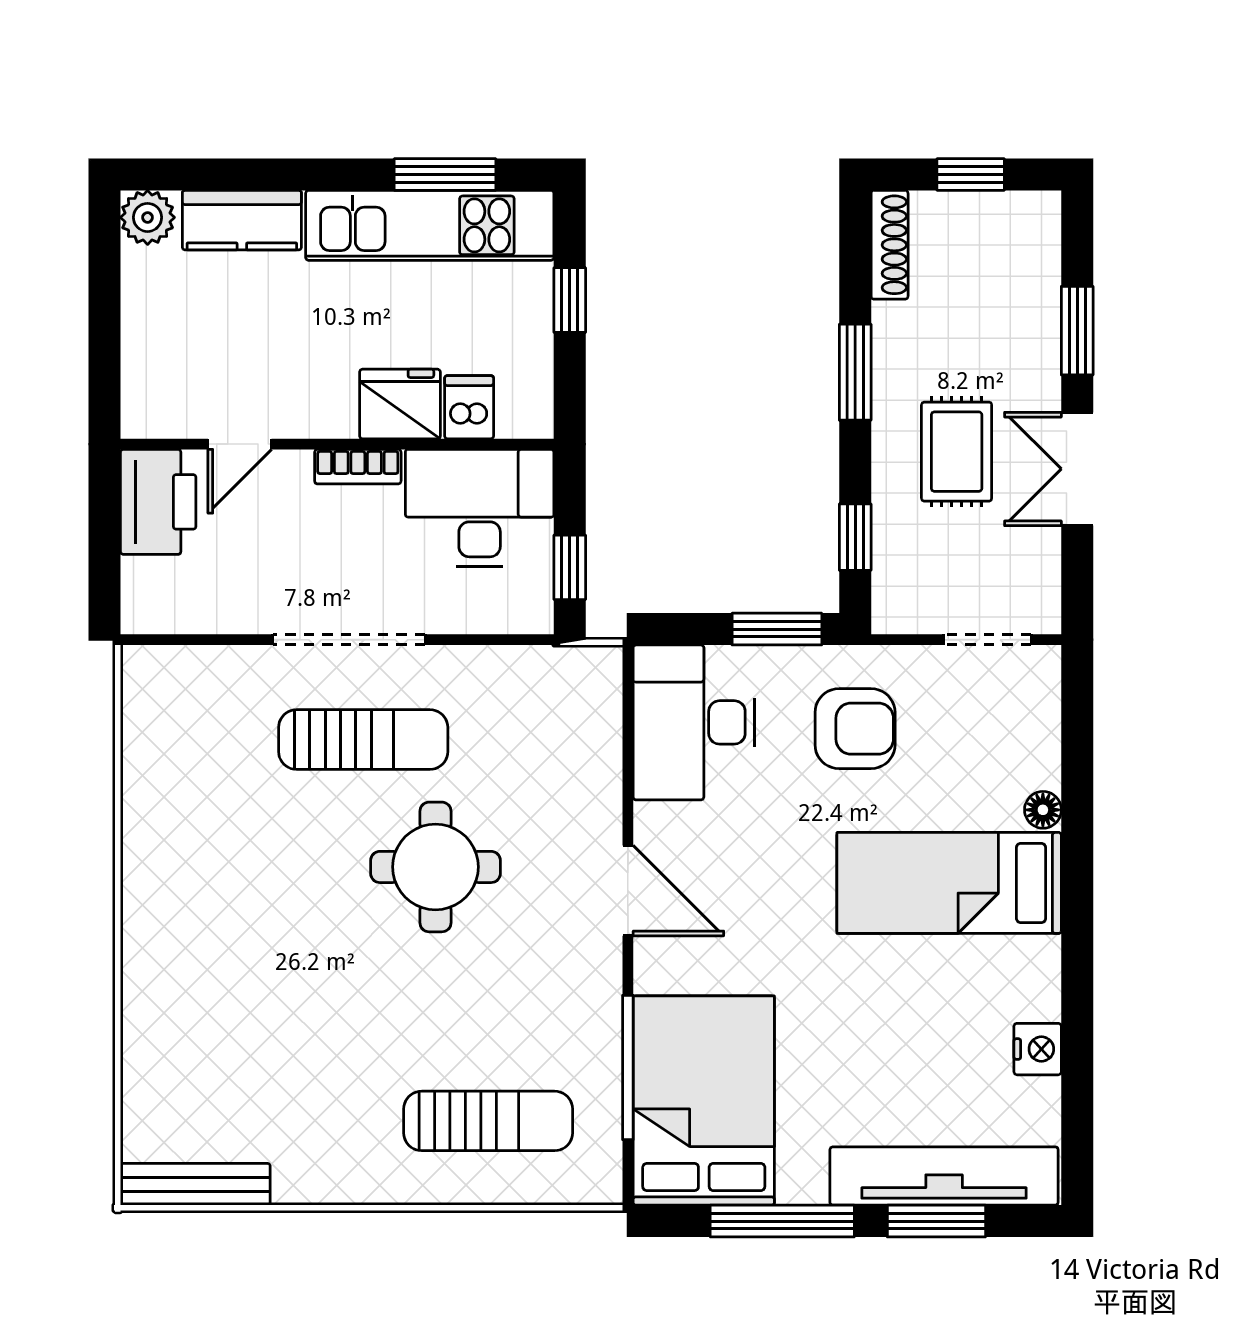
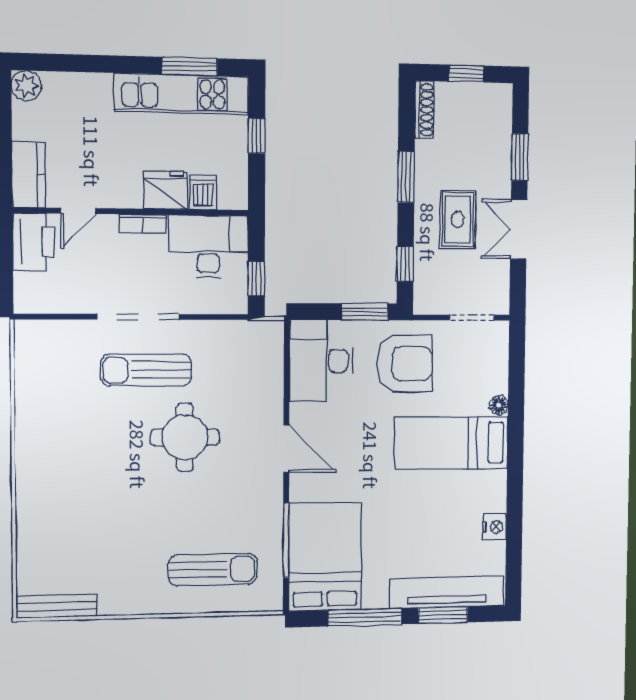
kitchen counter: (242, 220) -> (29, 175), moved, turned -90
armchair: (855, 729) -> (404, 364), width x1.36, depth x1.36
sun lounger: (363, 740) -> (146, 370), turned 180

